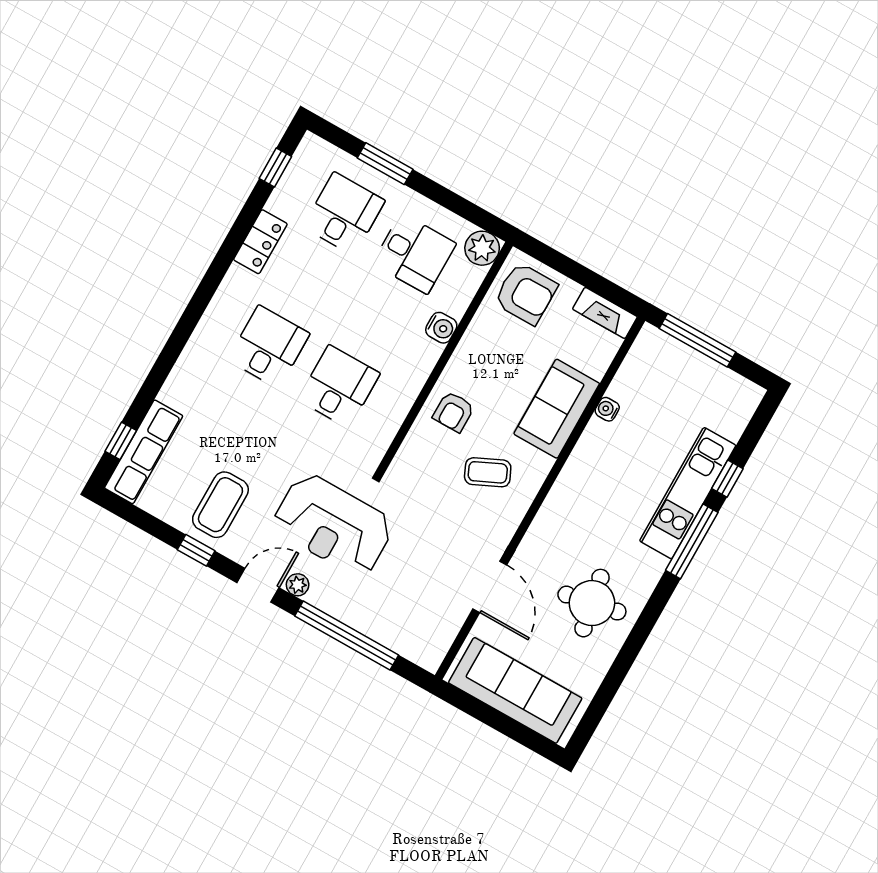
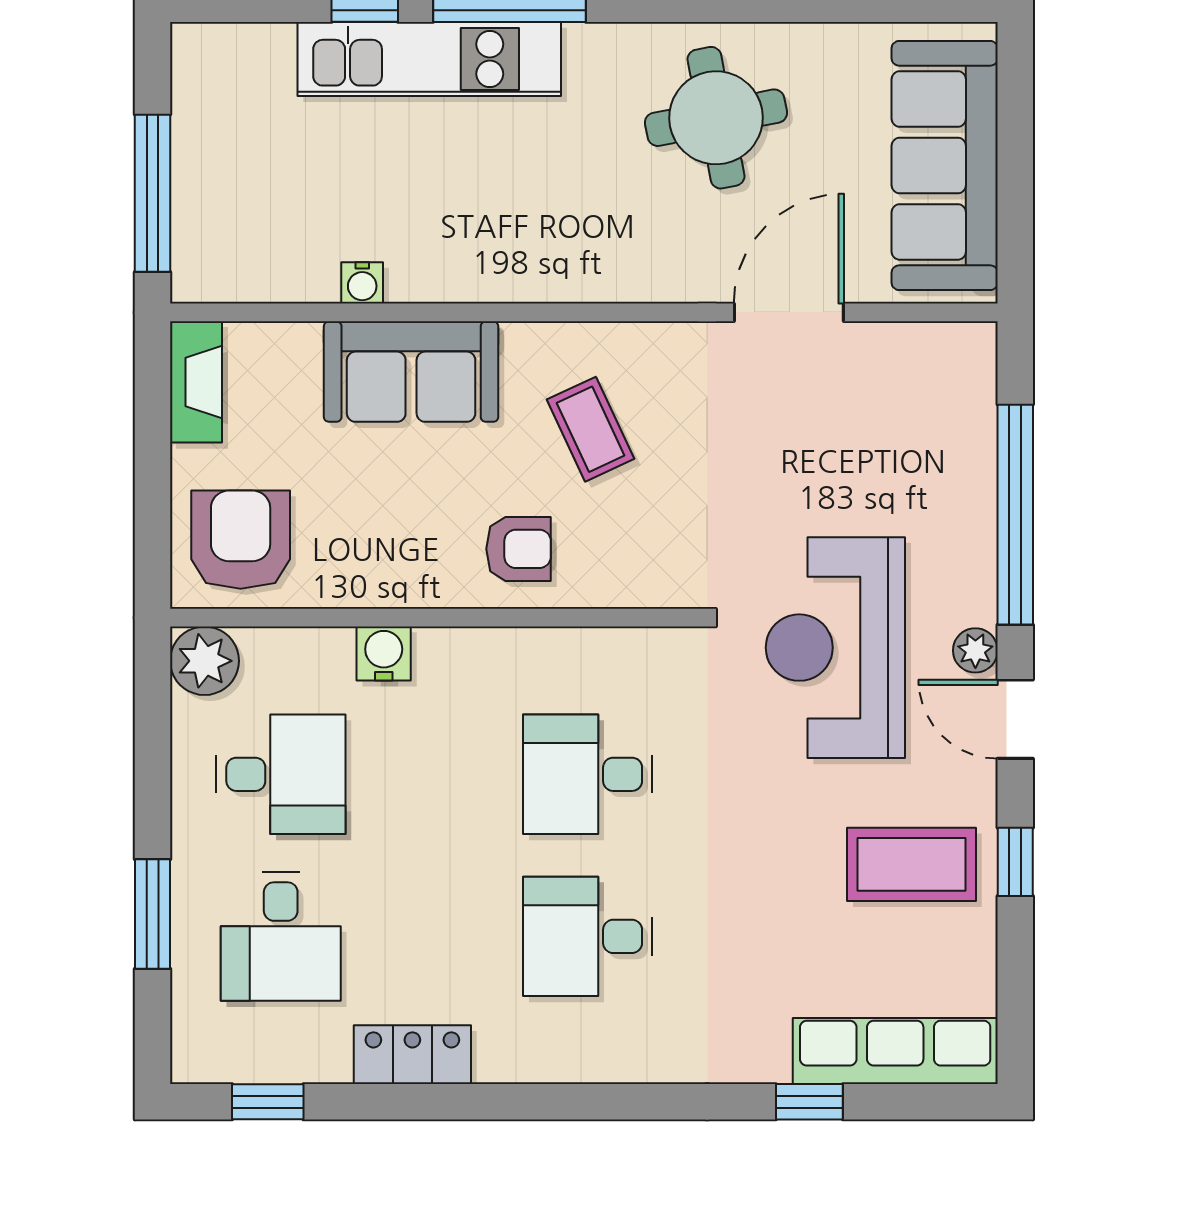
desk: (344, 214) -> (281, 936), turned -90
desk: (414, 253) -> (281, 774), turned 90
window: (121, 441) -> (809, 1102), moved
reception desk: (333, 525) -> (835, 648), turned 180

